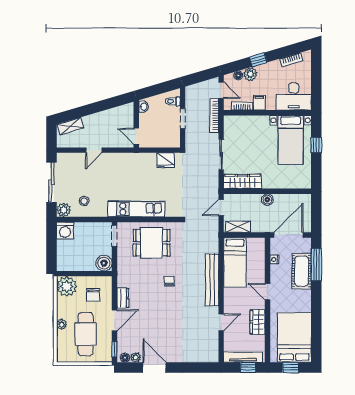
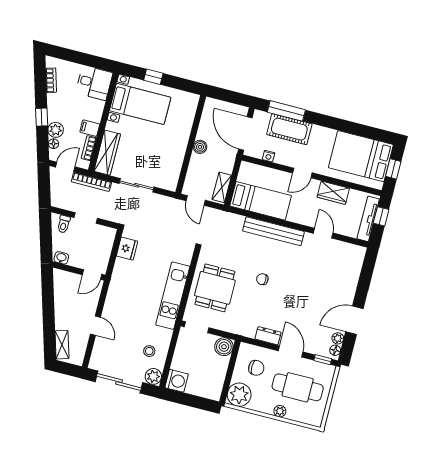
desk: (294, 96) -> (94, 83), width x0.73
wardrobe: (242, 181) -> (107, 153), moved, turned 180

